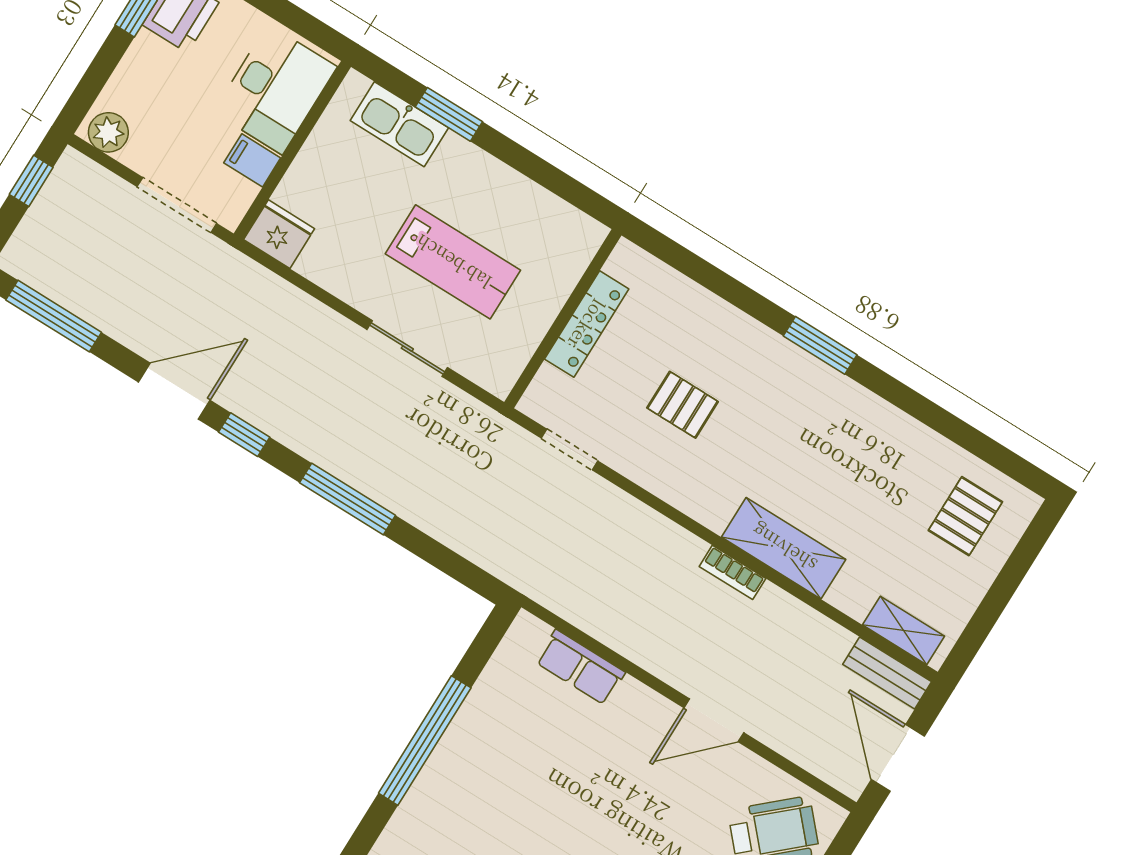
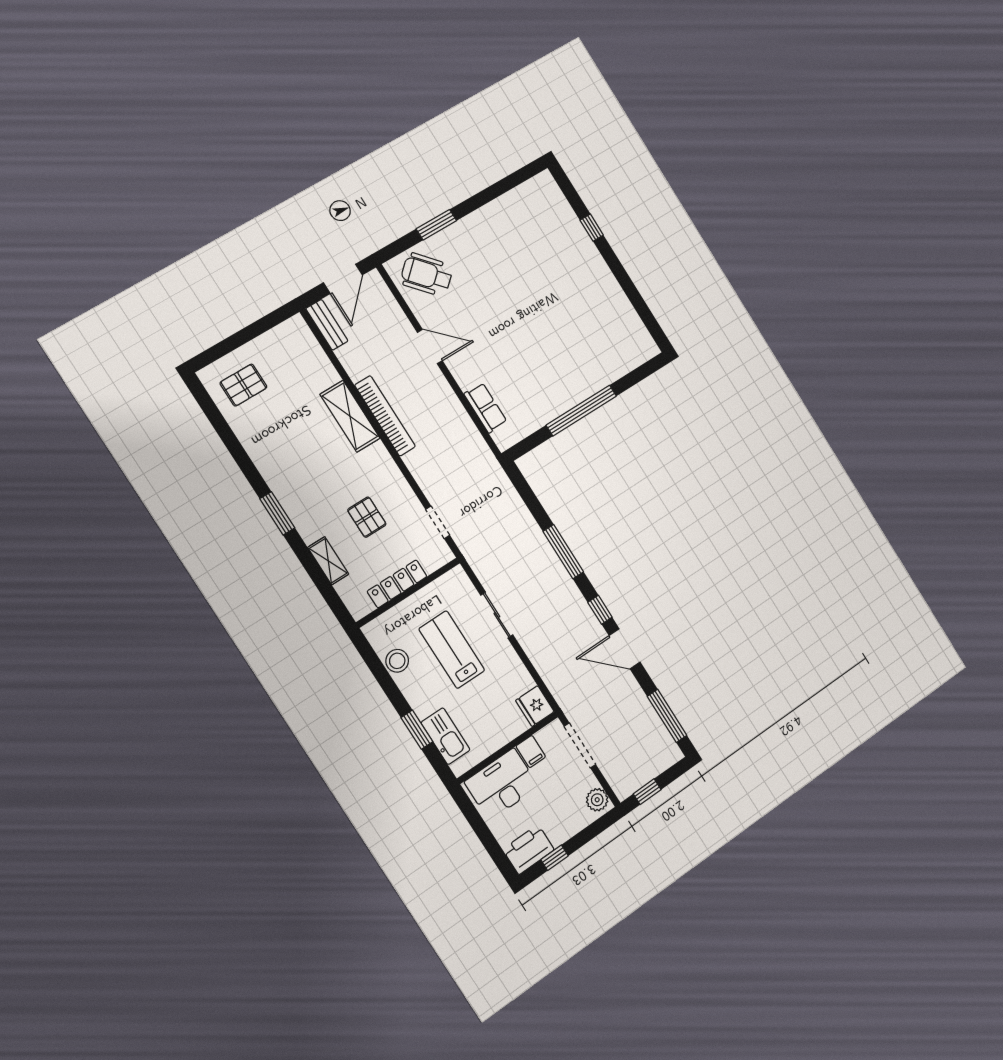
stool: (530, 206) -> (397, 661), added
bookcase: (733, 572) -> (385, 416), width x2.31, depth x1.31
shelving: (903, 630) -> (328, 561), moved

